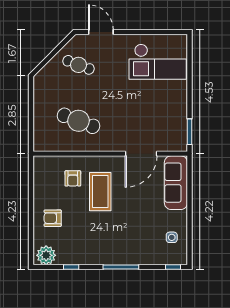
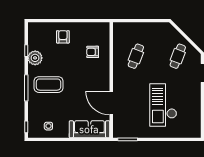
checkout: (158, 62) -> (163, 105), moved
cafe table: (79, 121) -> (136, 56), width x0.73, depth x0.74
coffee table: (100, 192) -> (48, 85), moved
plant: (46, 255) -> (35, 58), moved

